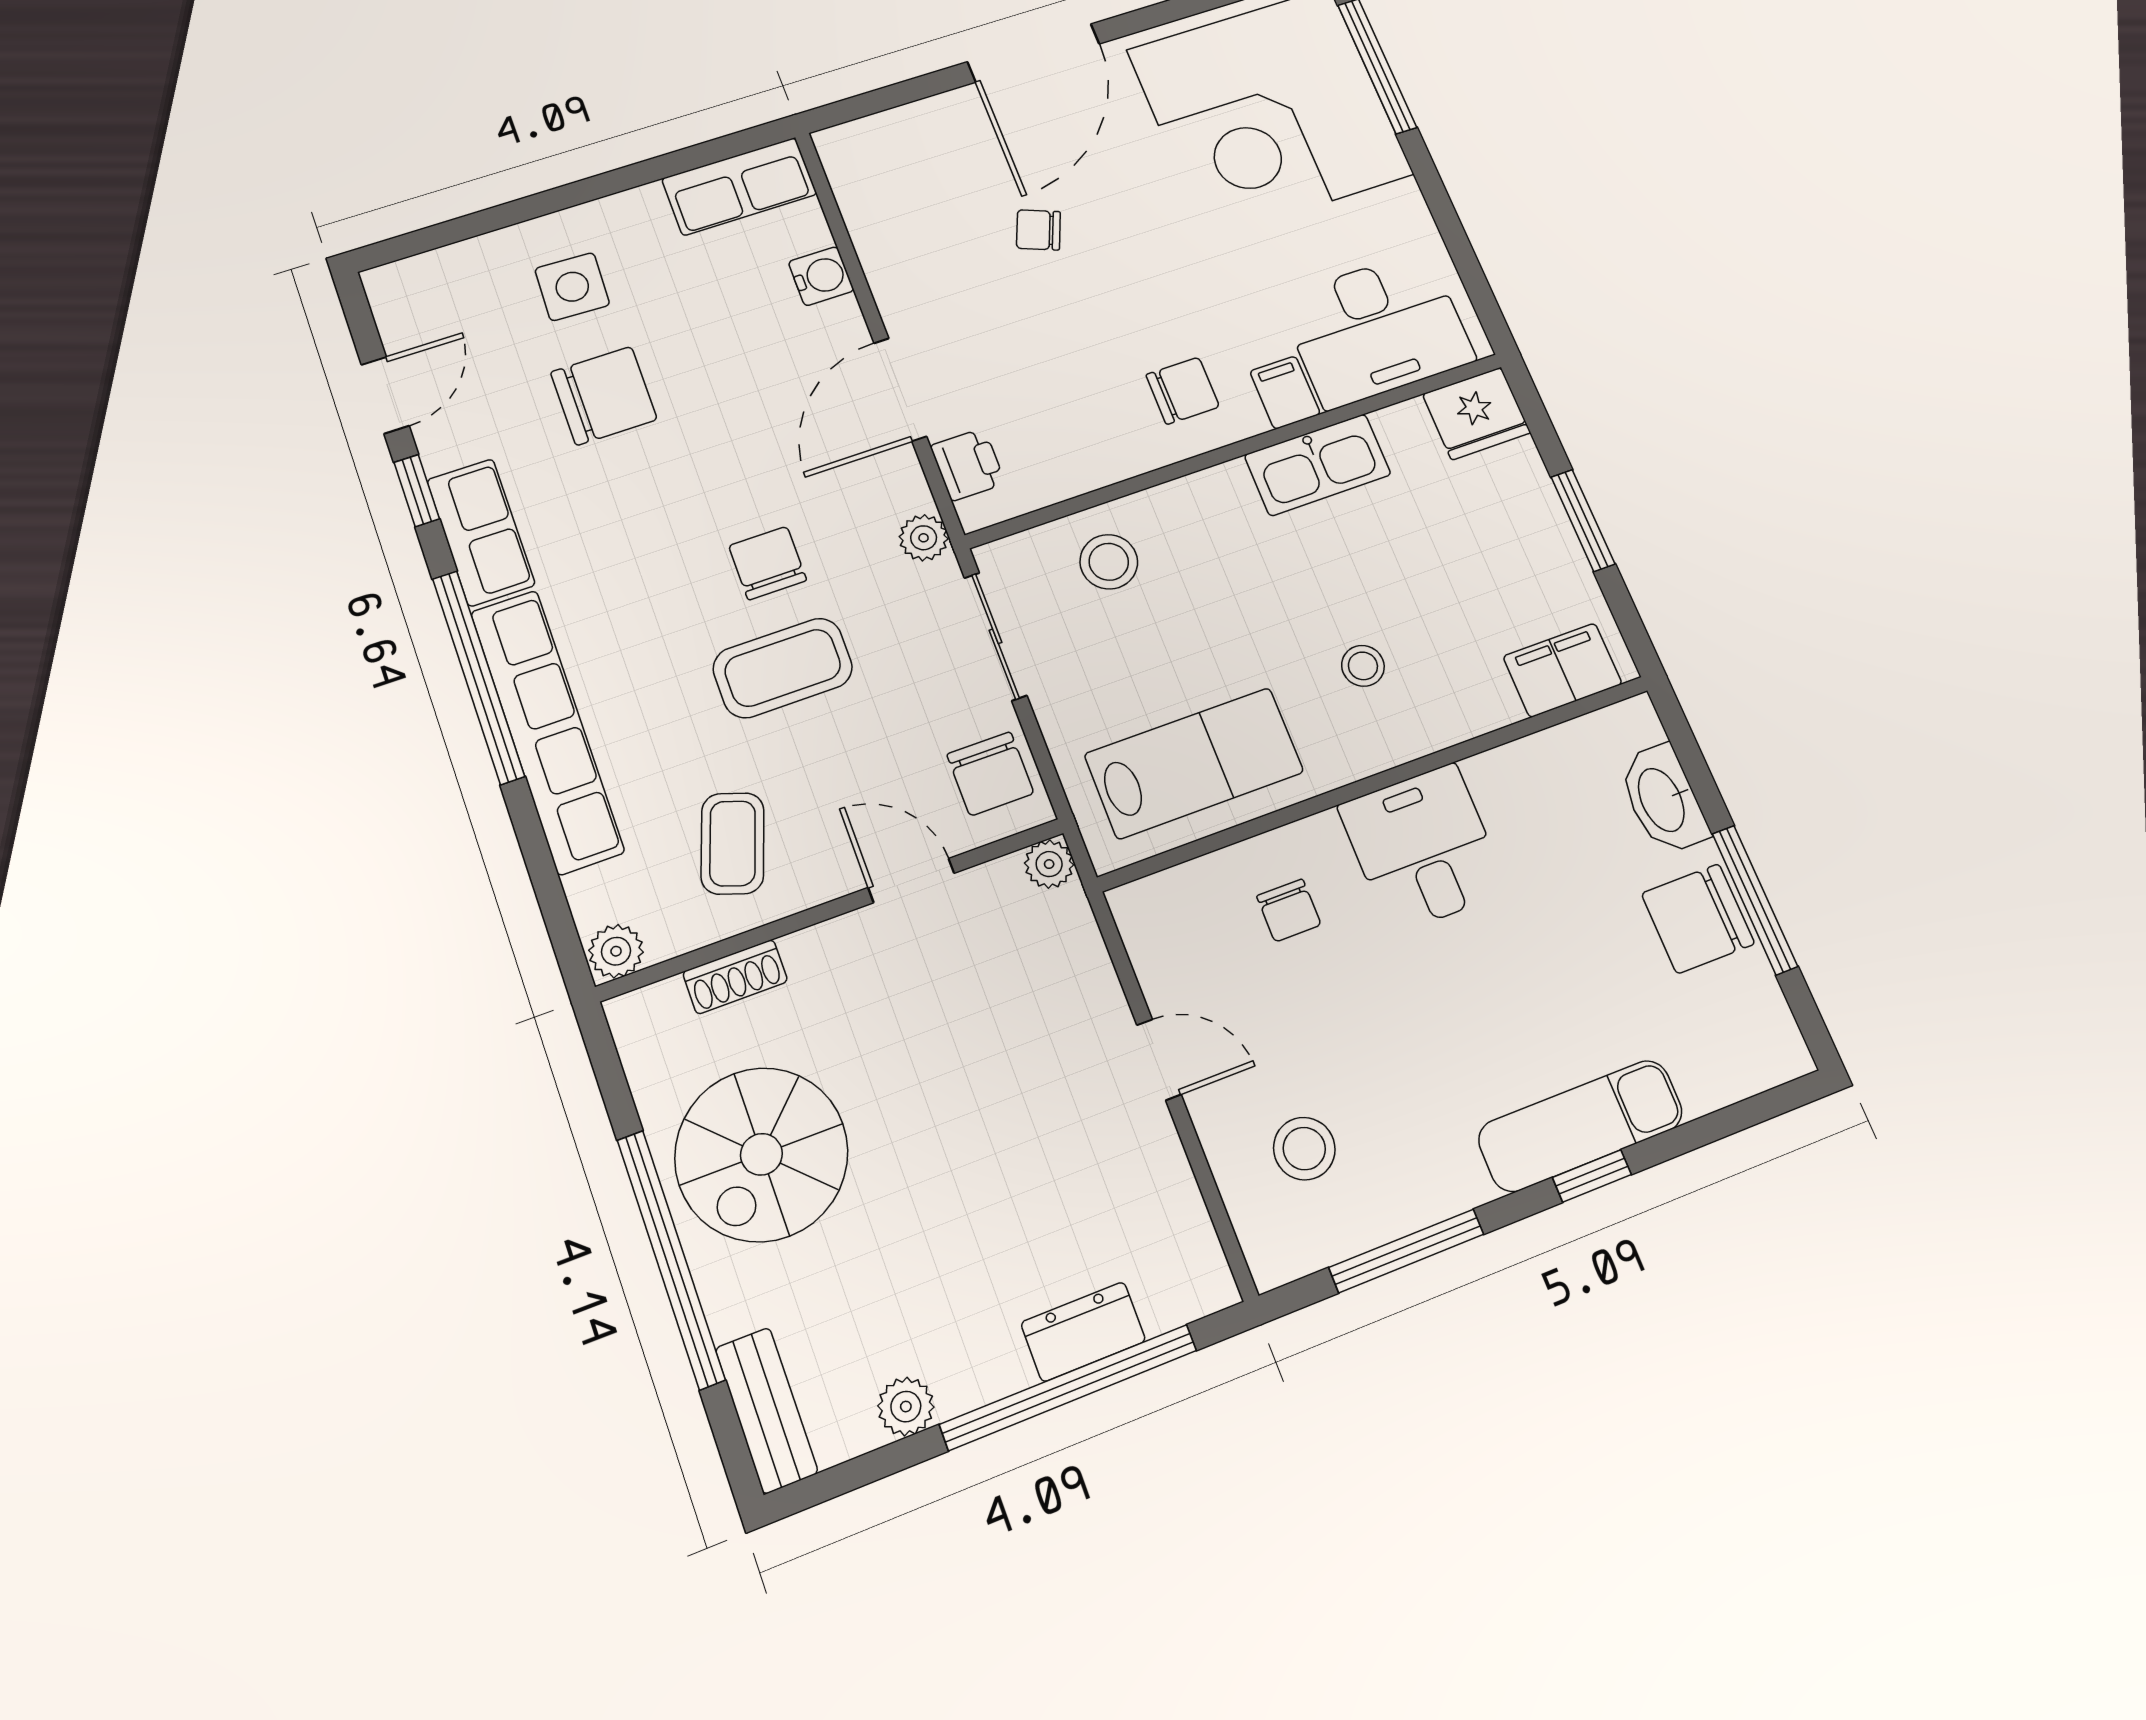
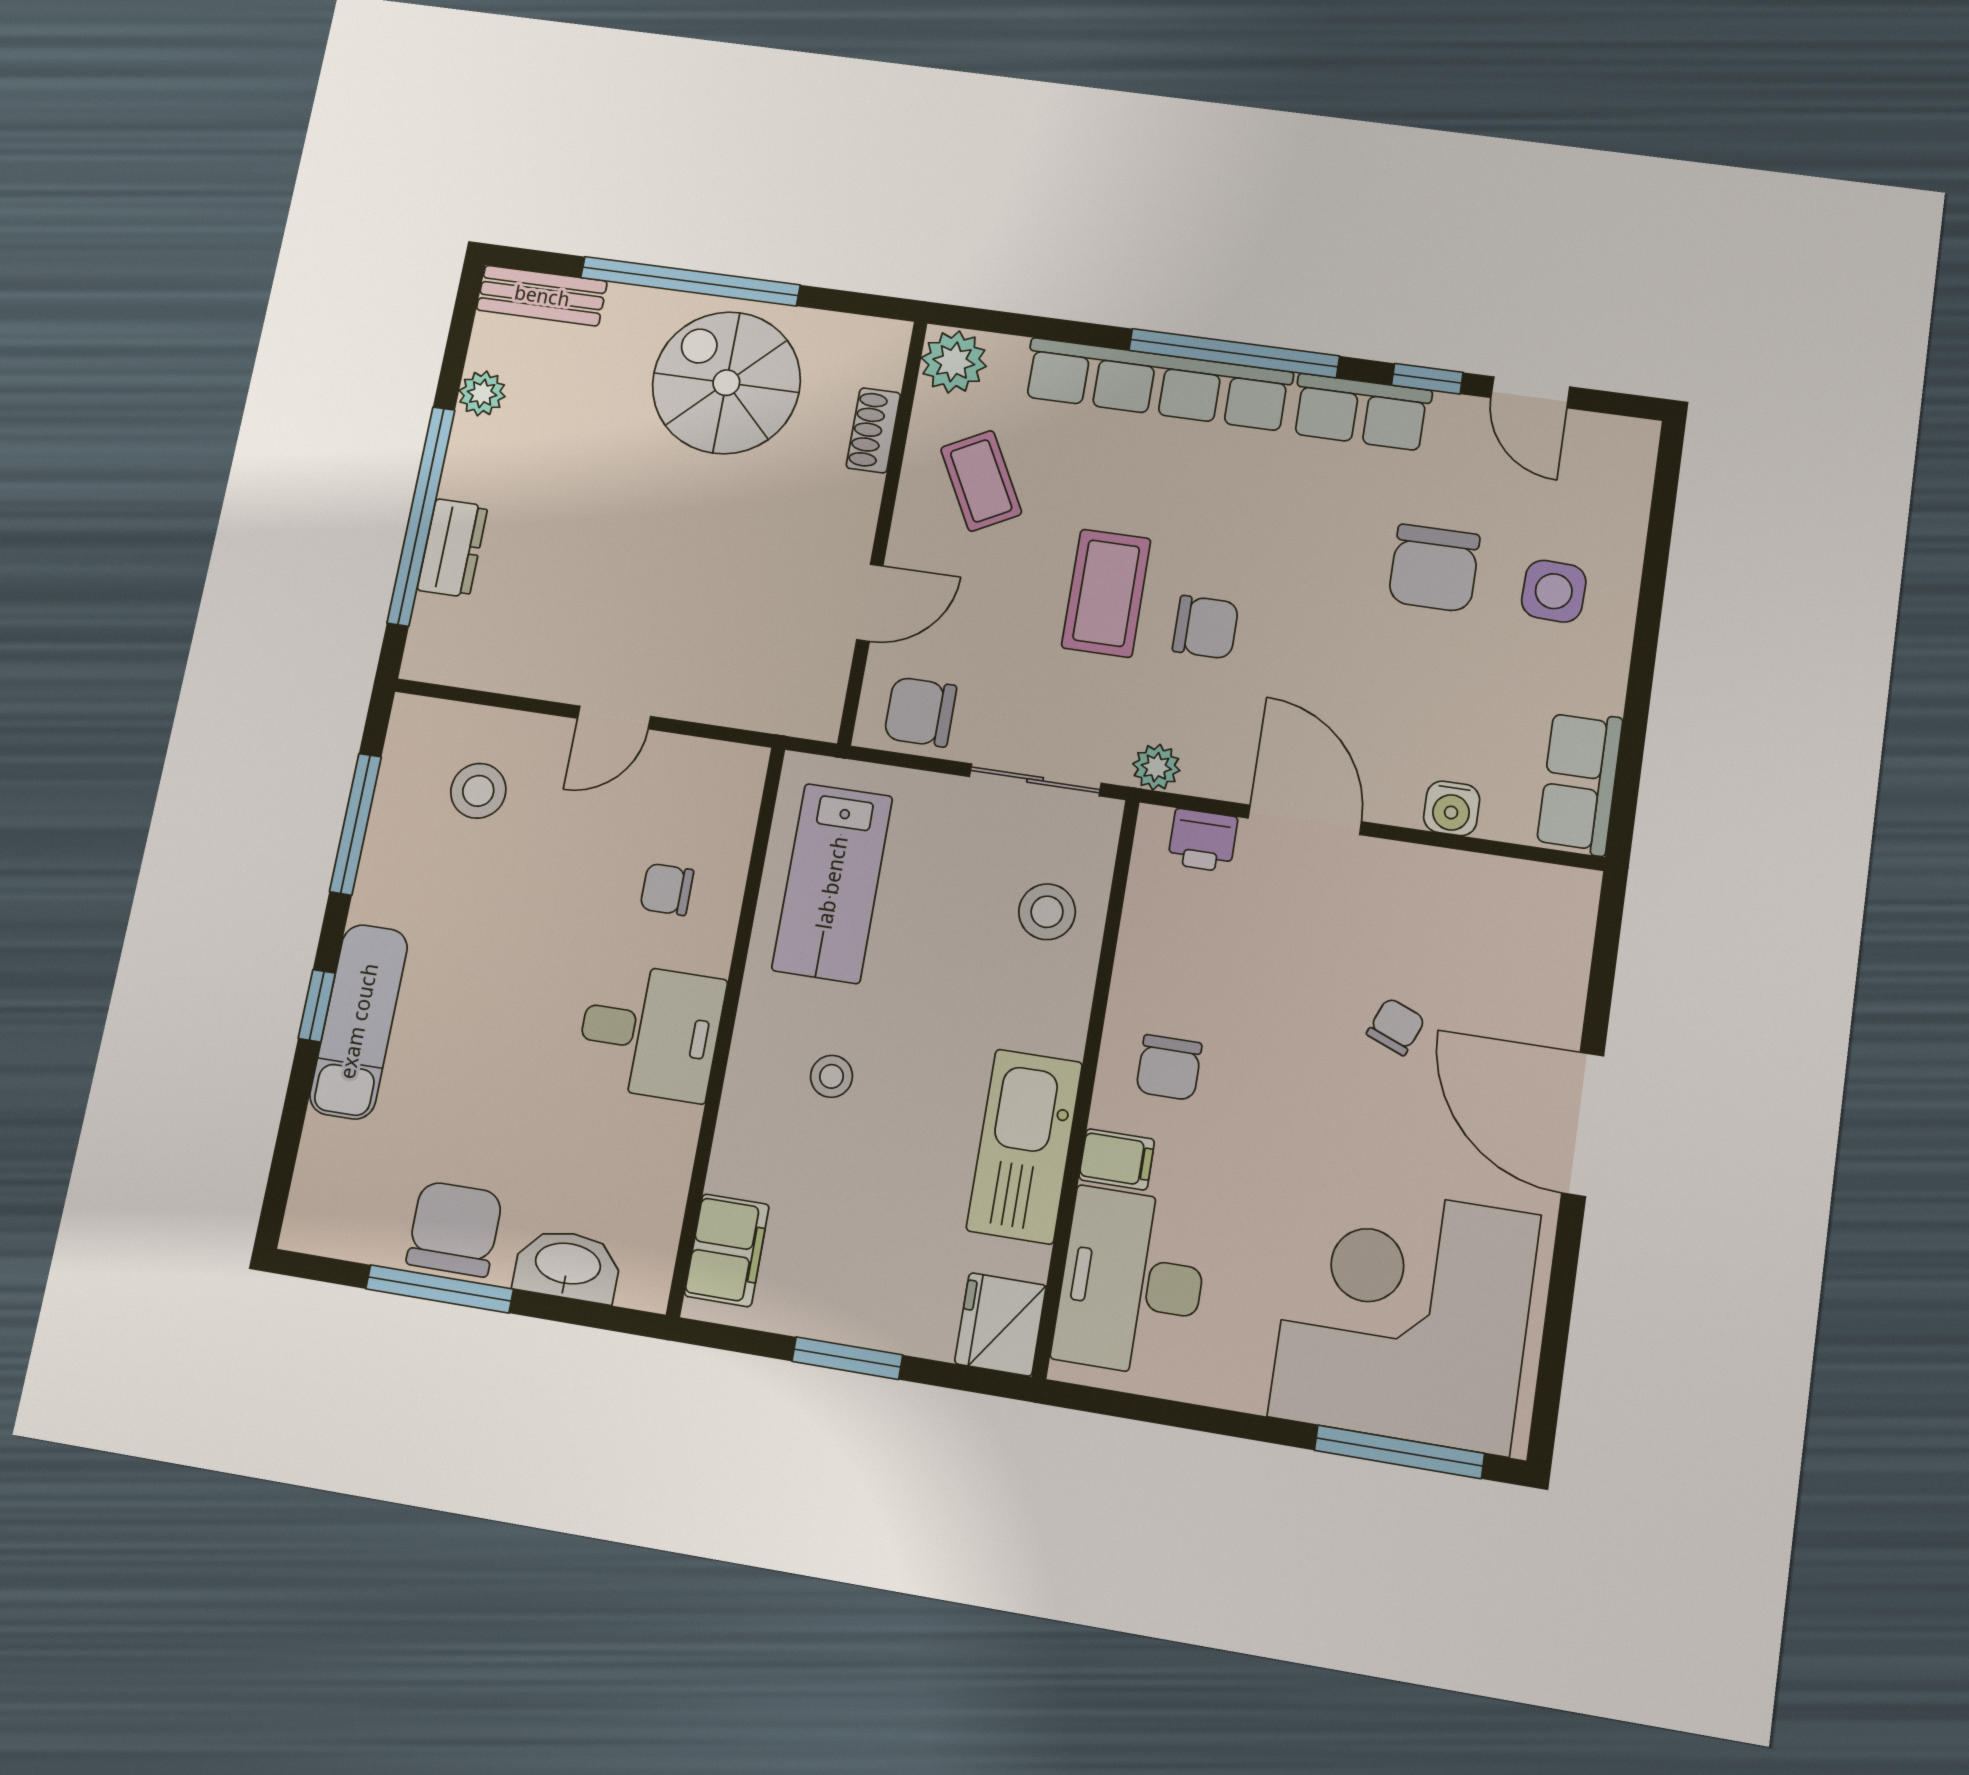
kitchen sink: (1318, 465) -> (1024, 1146), width x1.36, depth x1.24
coffee table: (733, 843) -> (981, 481), turned 43
plant: (1049, 864) -> (819, 718), removed
plant: (616, 951) -> (954, 362), width x1.38, depth x1.38

